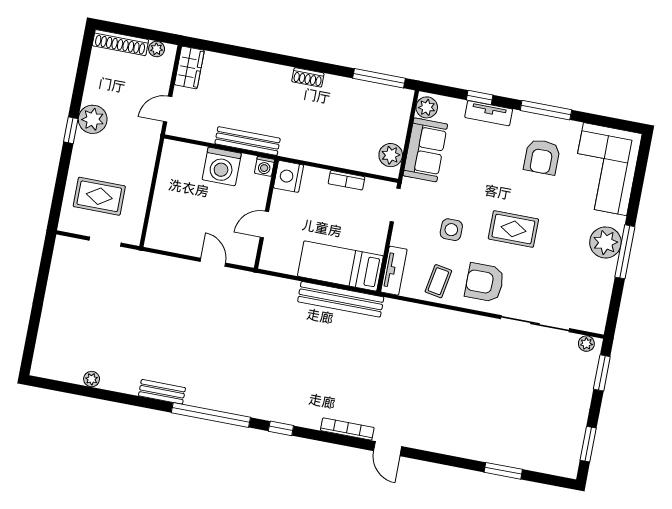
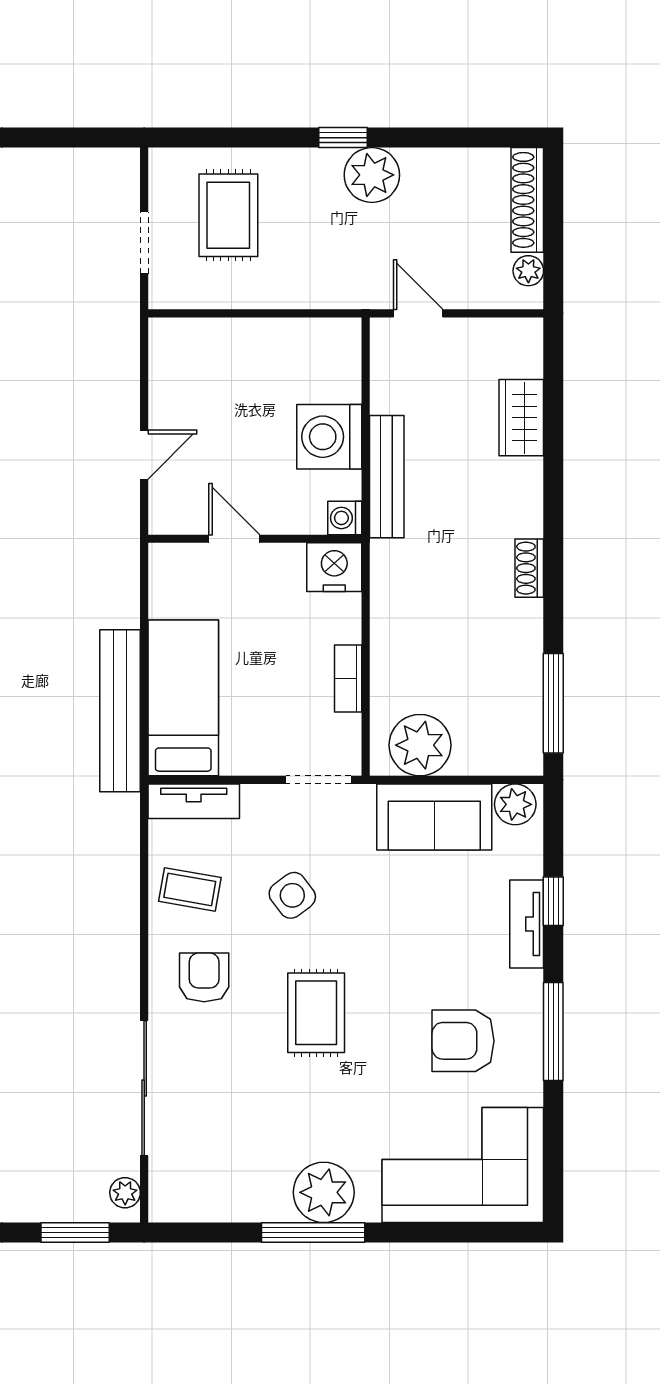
wardrobe: (189, 67) -> (521, 418), moved, turned 90
plant: (391, 155) -> (420, 745), width x1.36, depth x1.36
side table: (451, 230) -> (292, 895), turned -37
armchair: (484, 282) -> (204, 977), width x0.72, depth x0.72

